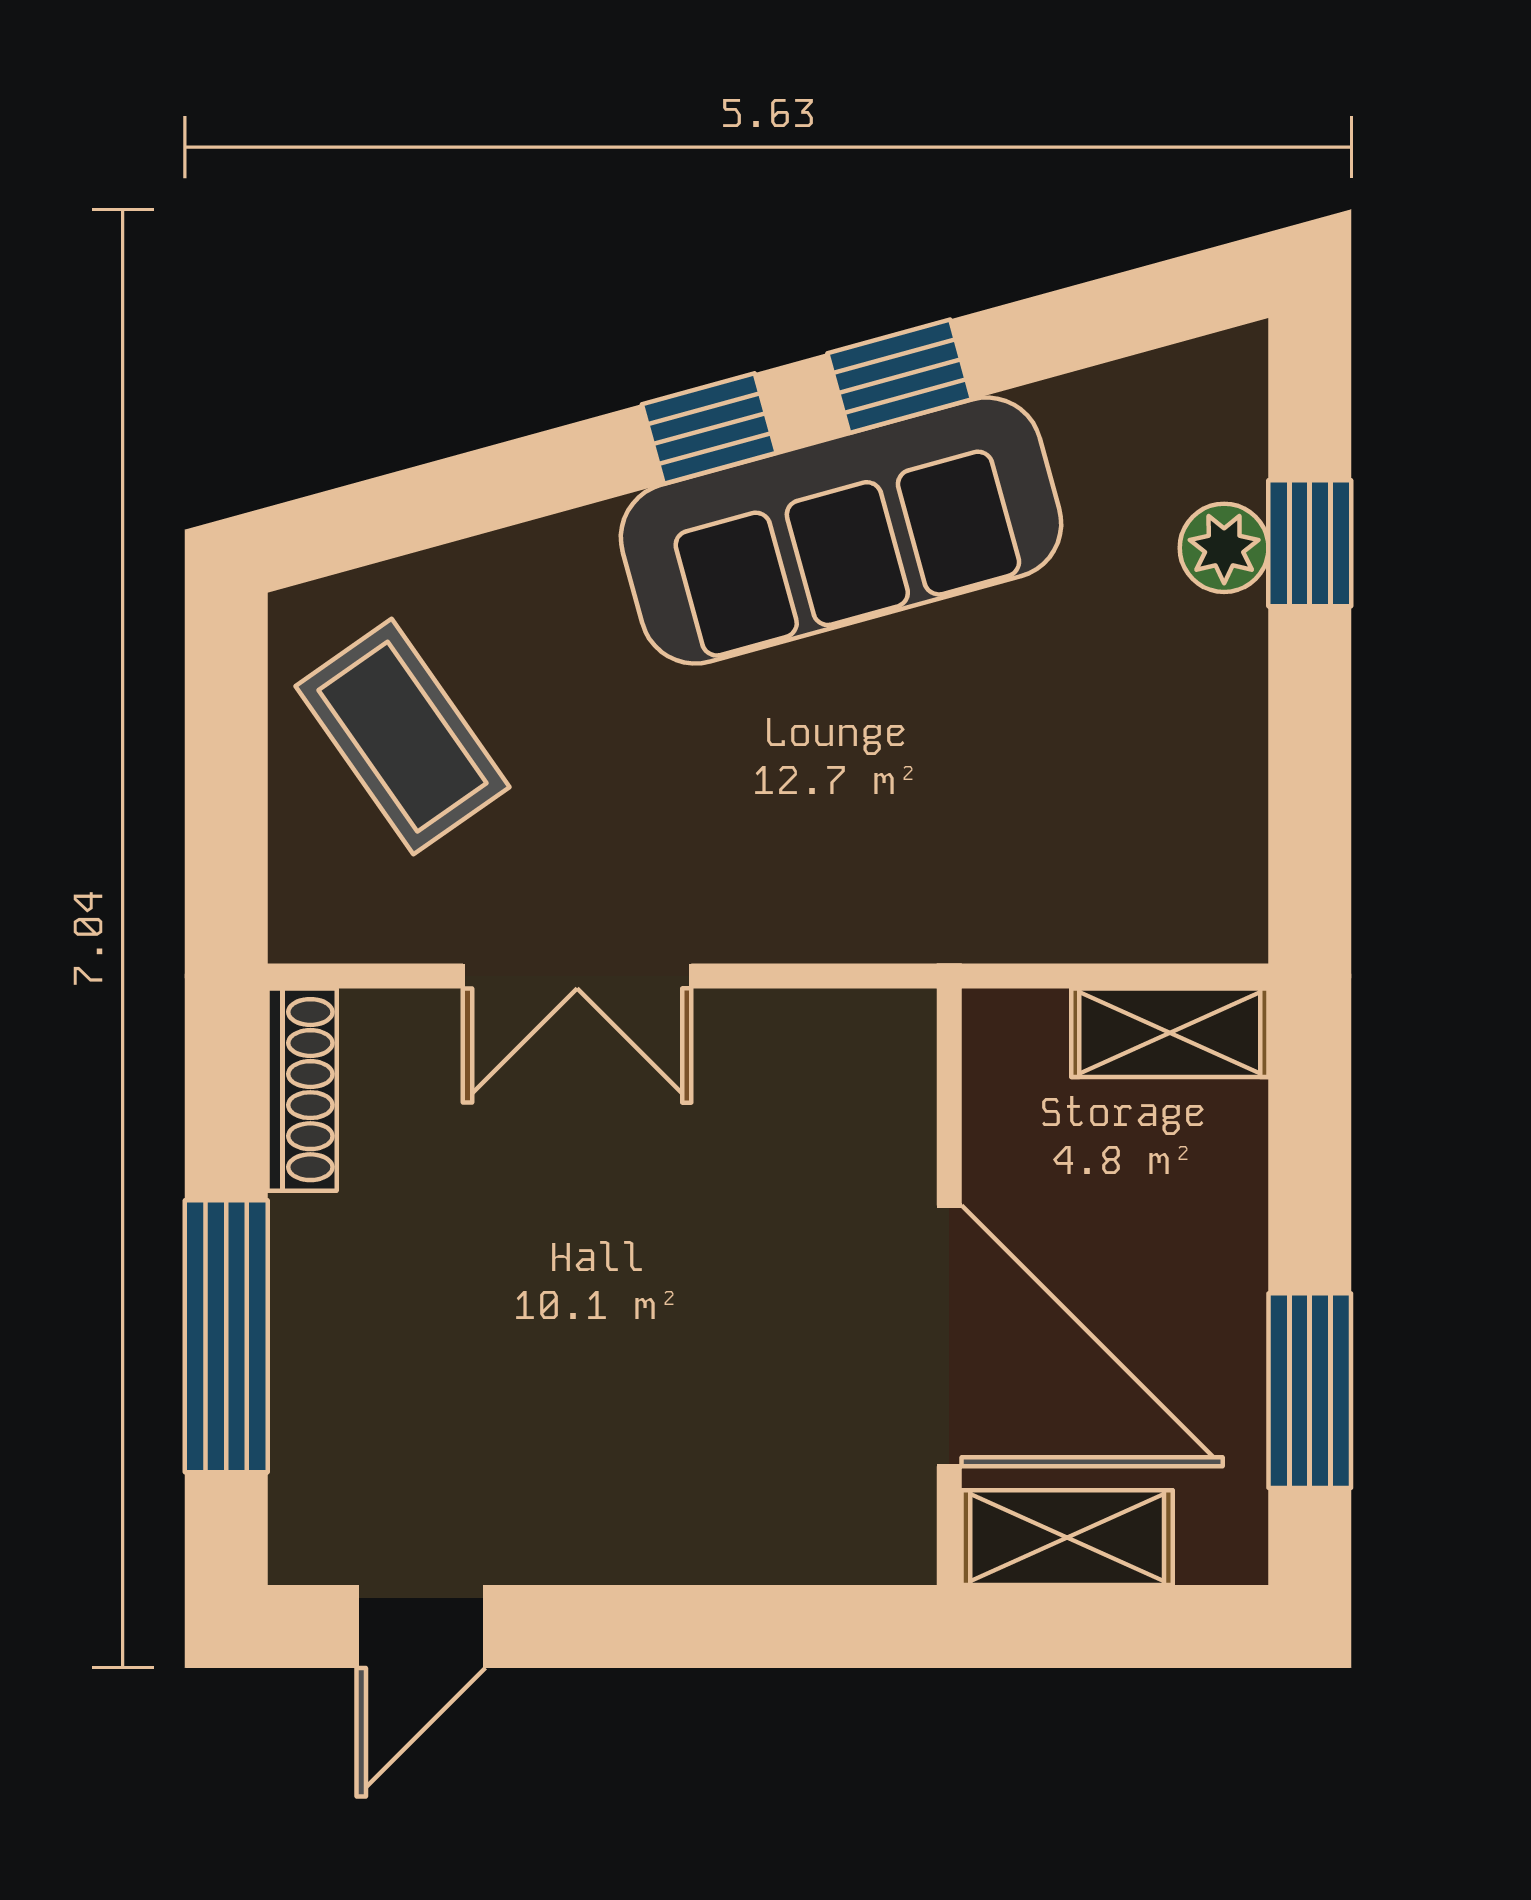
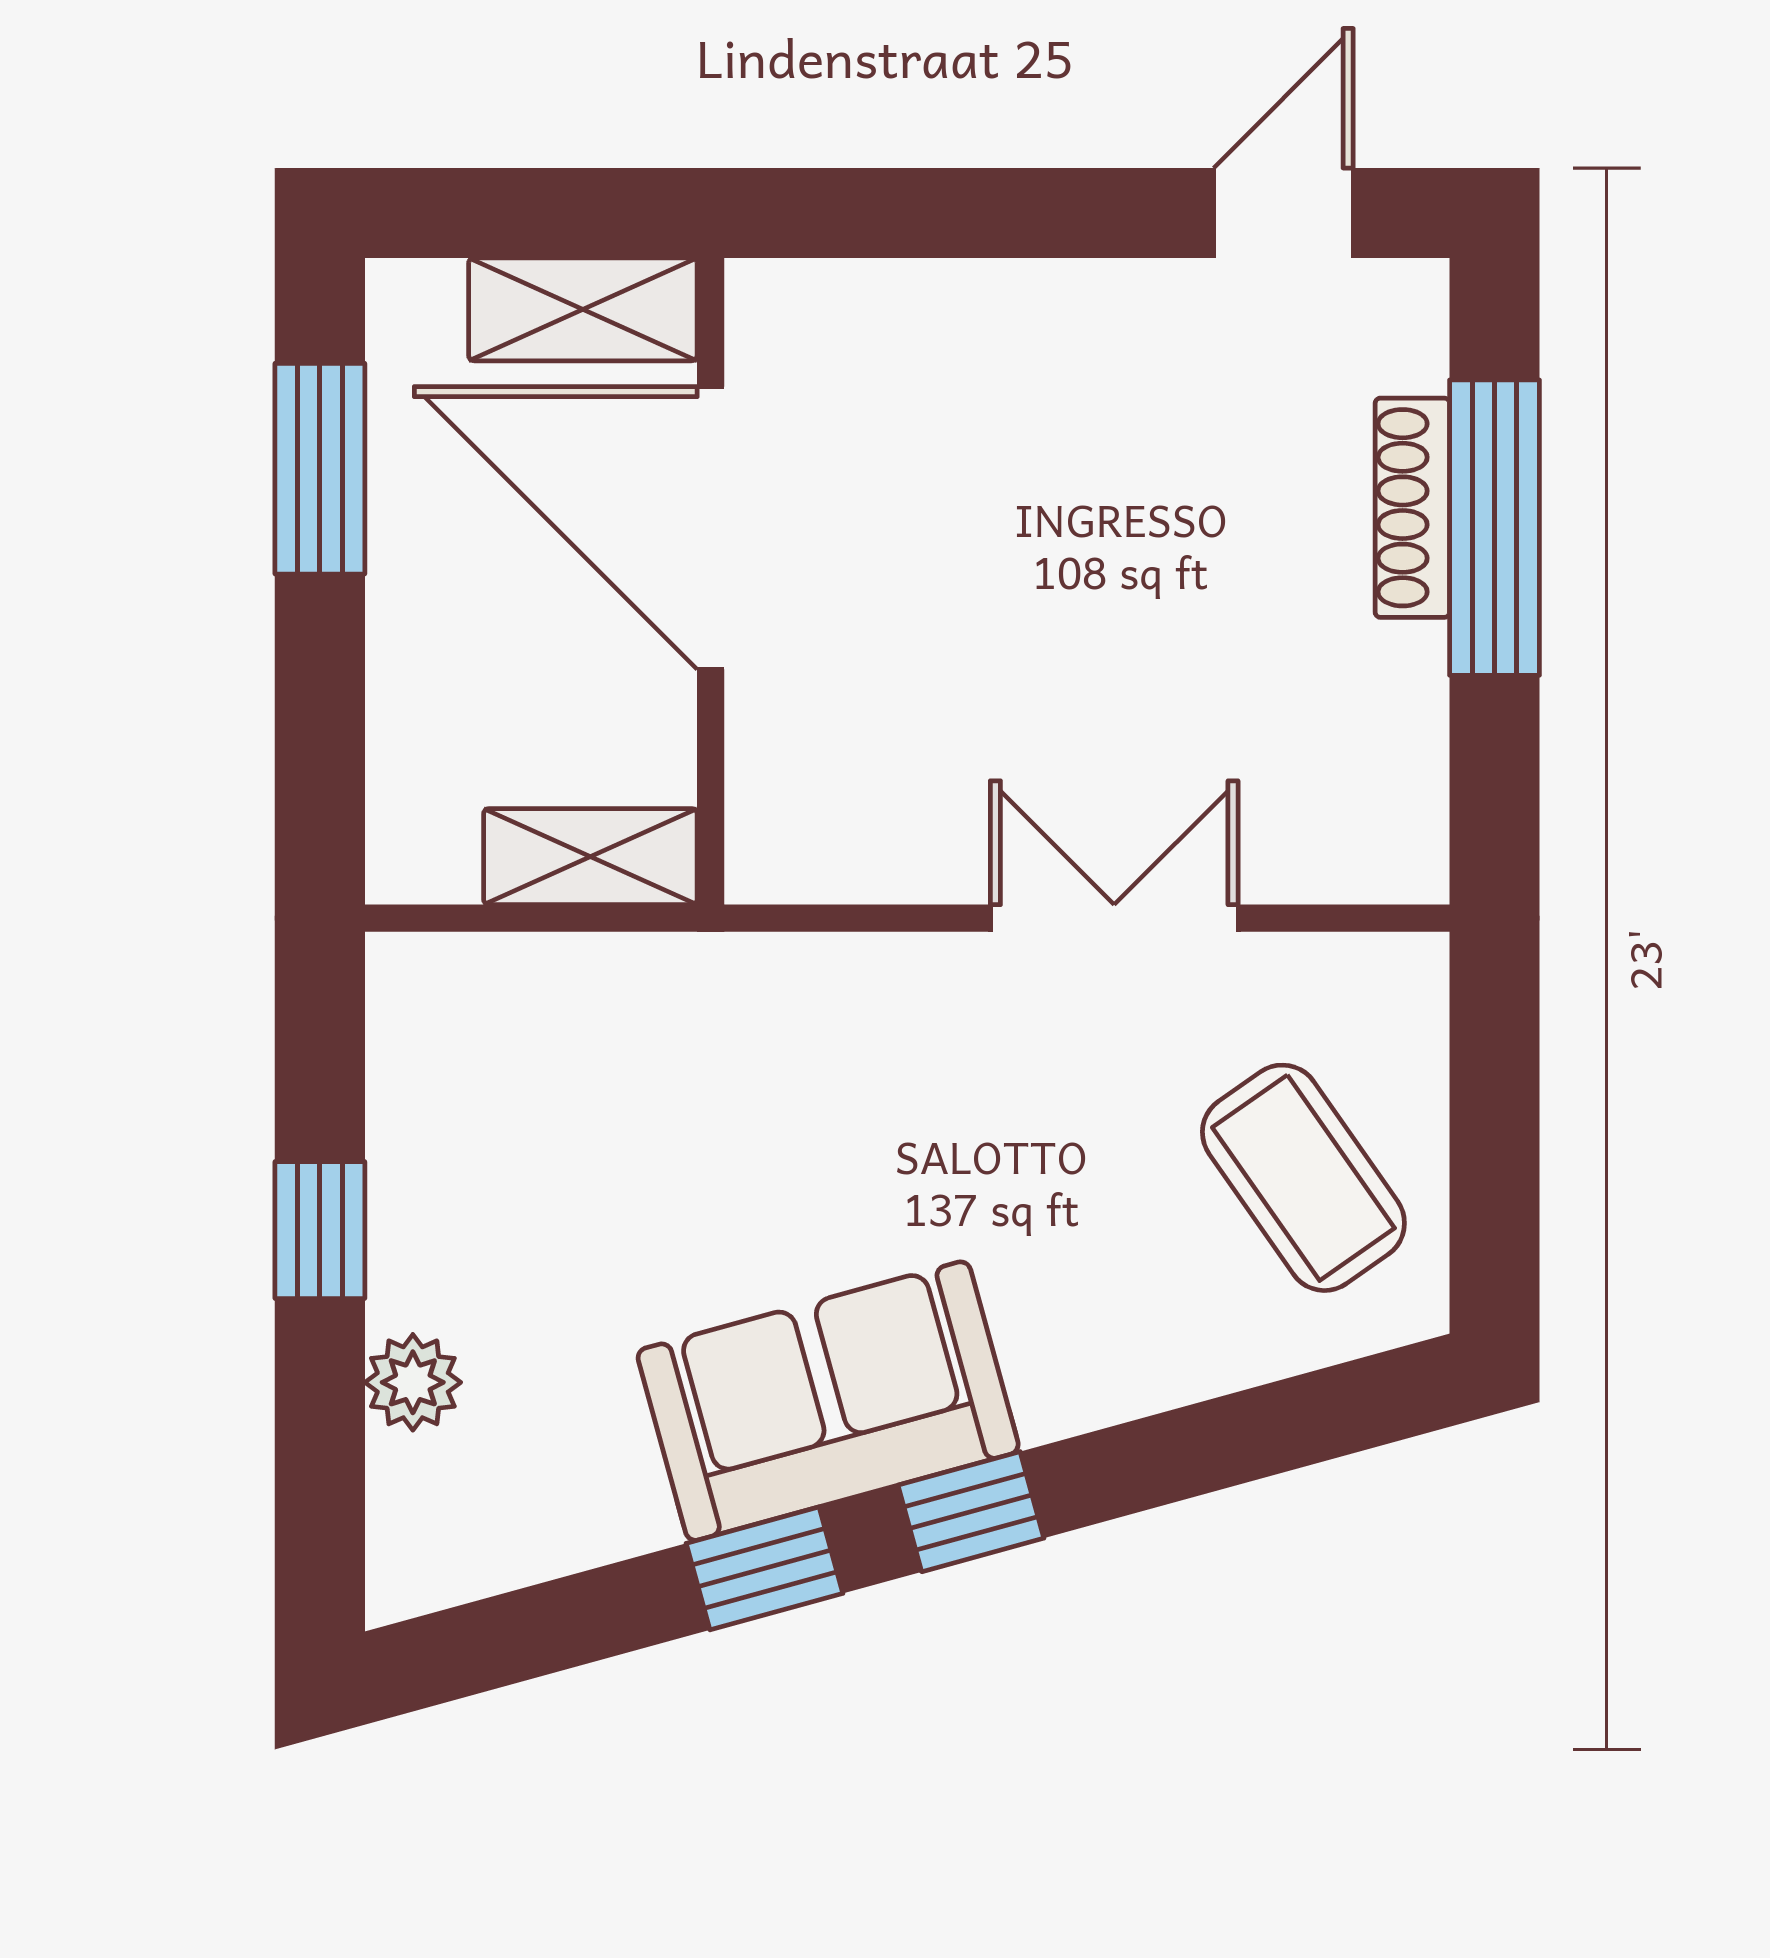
sofa: (841, 531) -> (828, 1401), width x0.73
window: (1310, 543) -> (320, 1230), moved
shelving: (1170, 1033) -> (590, 857), moved
shoe rack: (302, 1090) -> (1412, 508), moved

